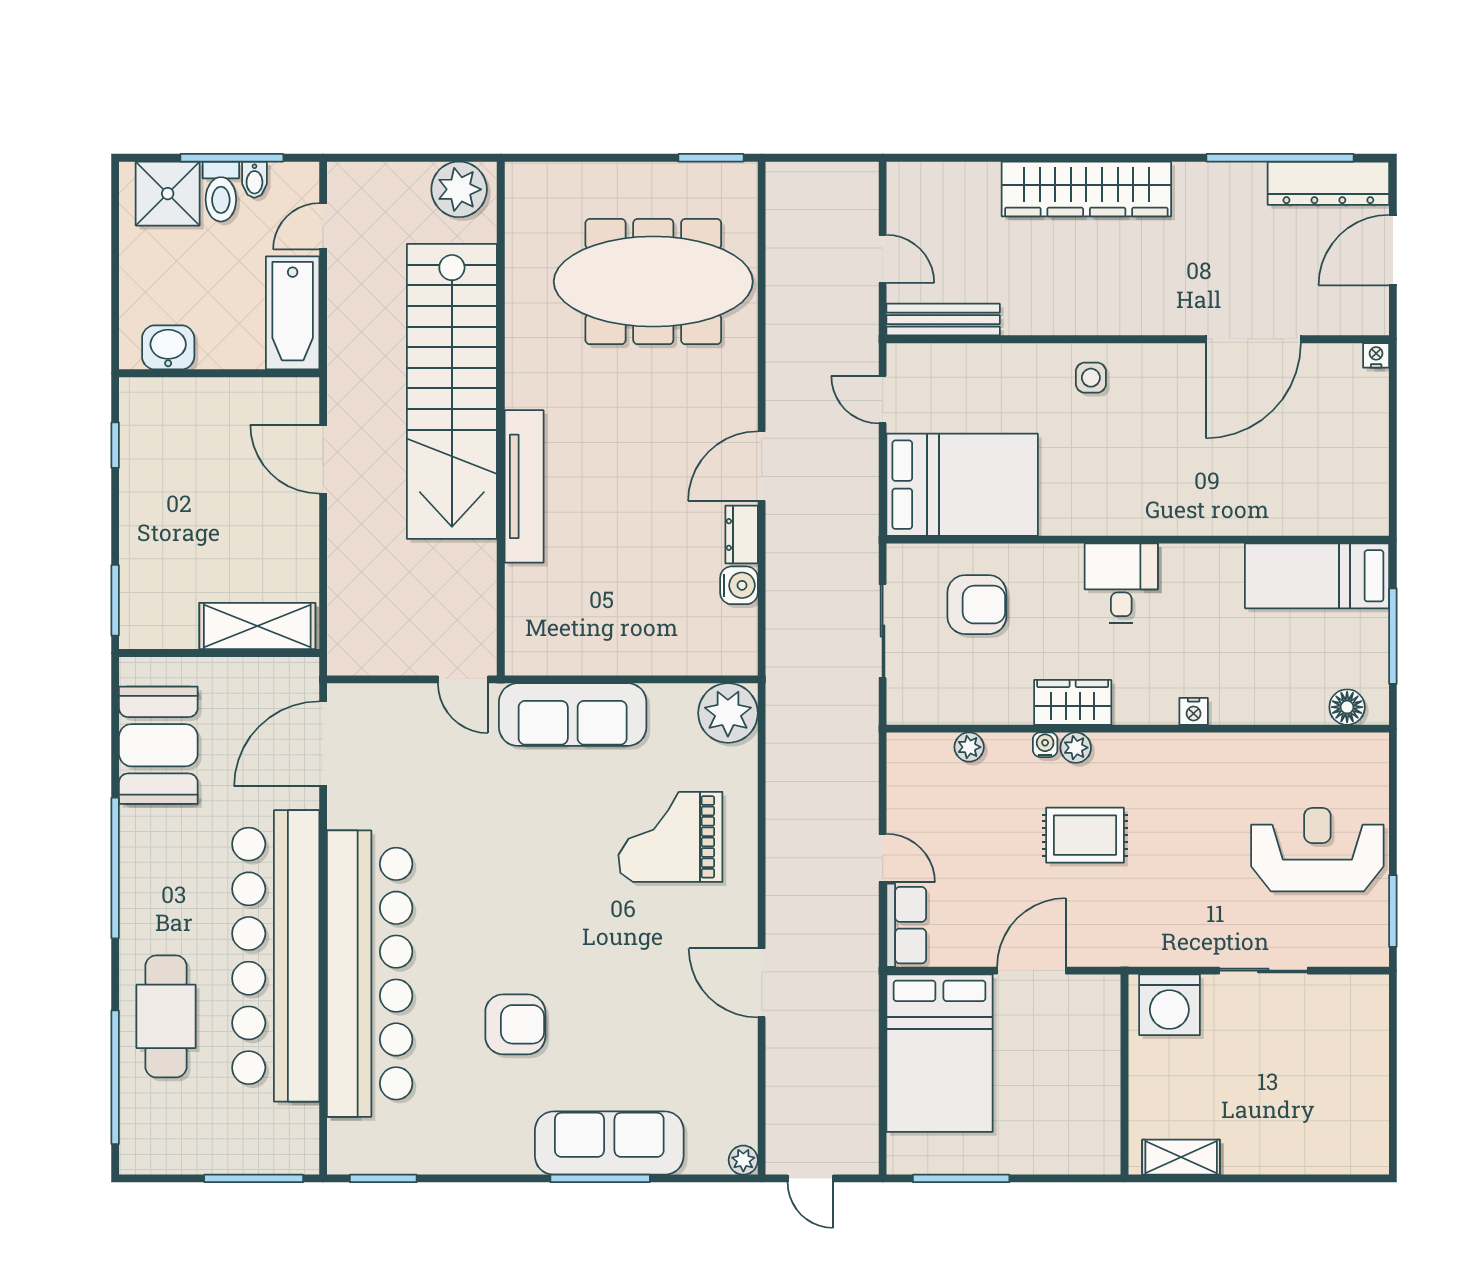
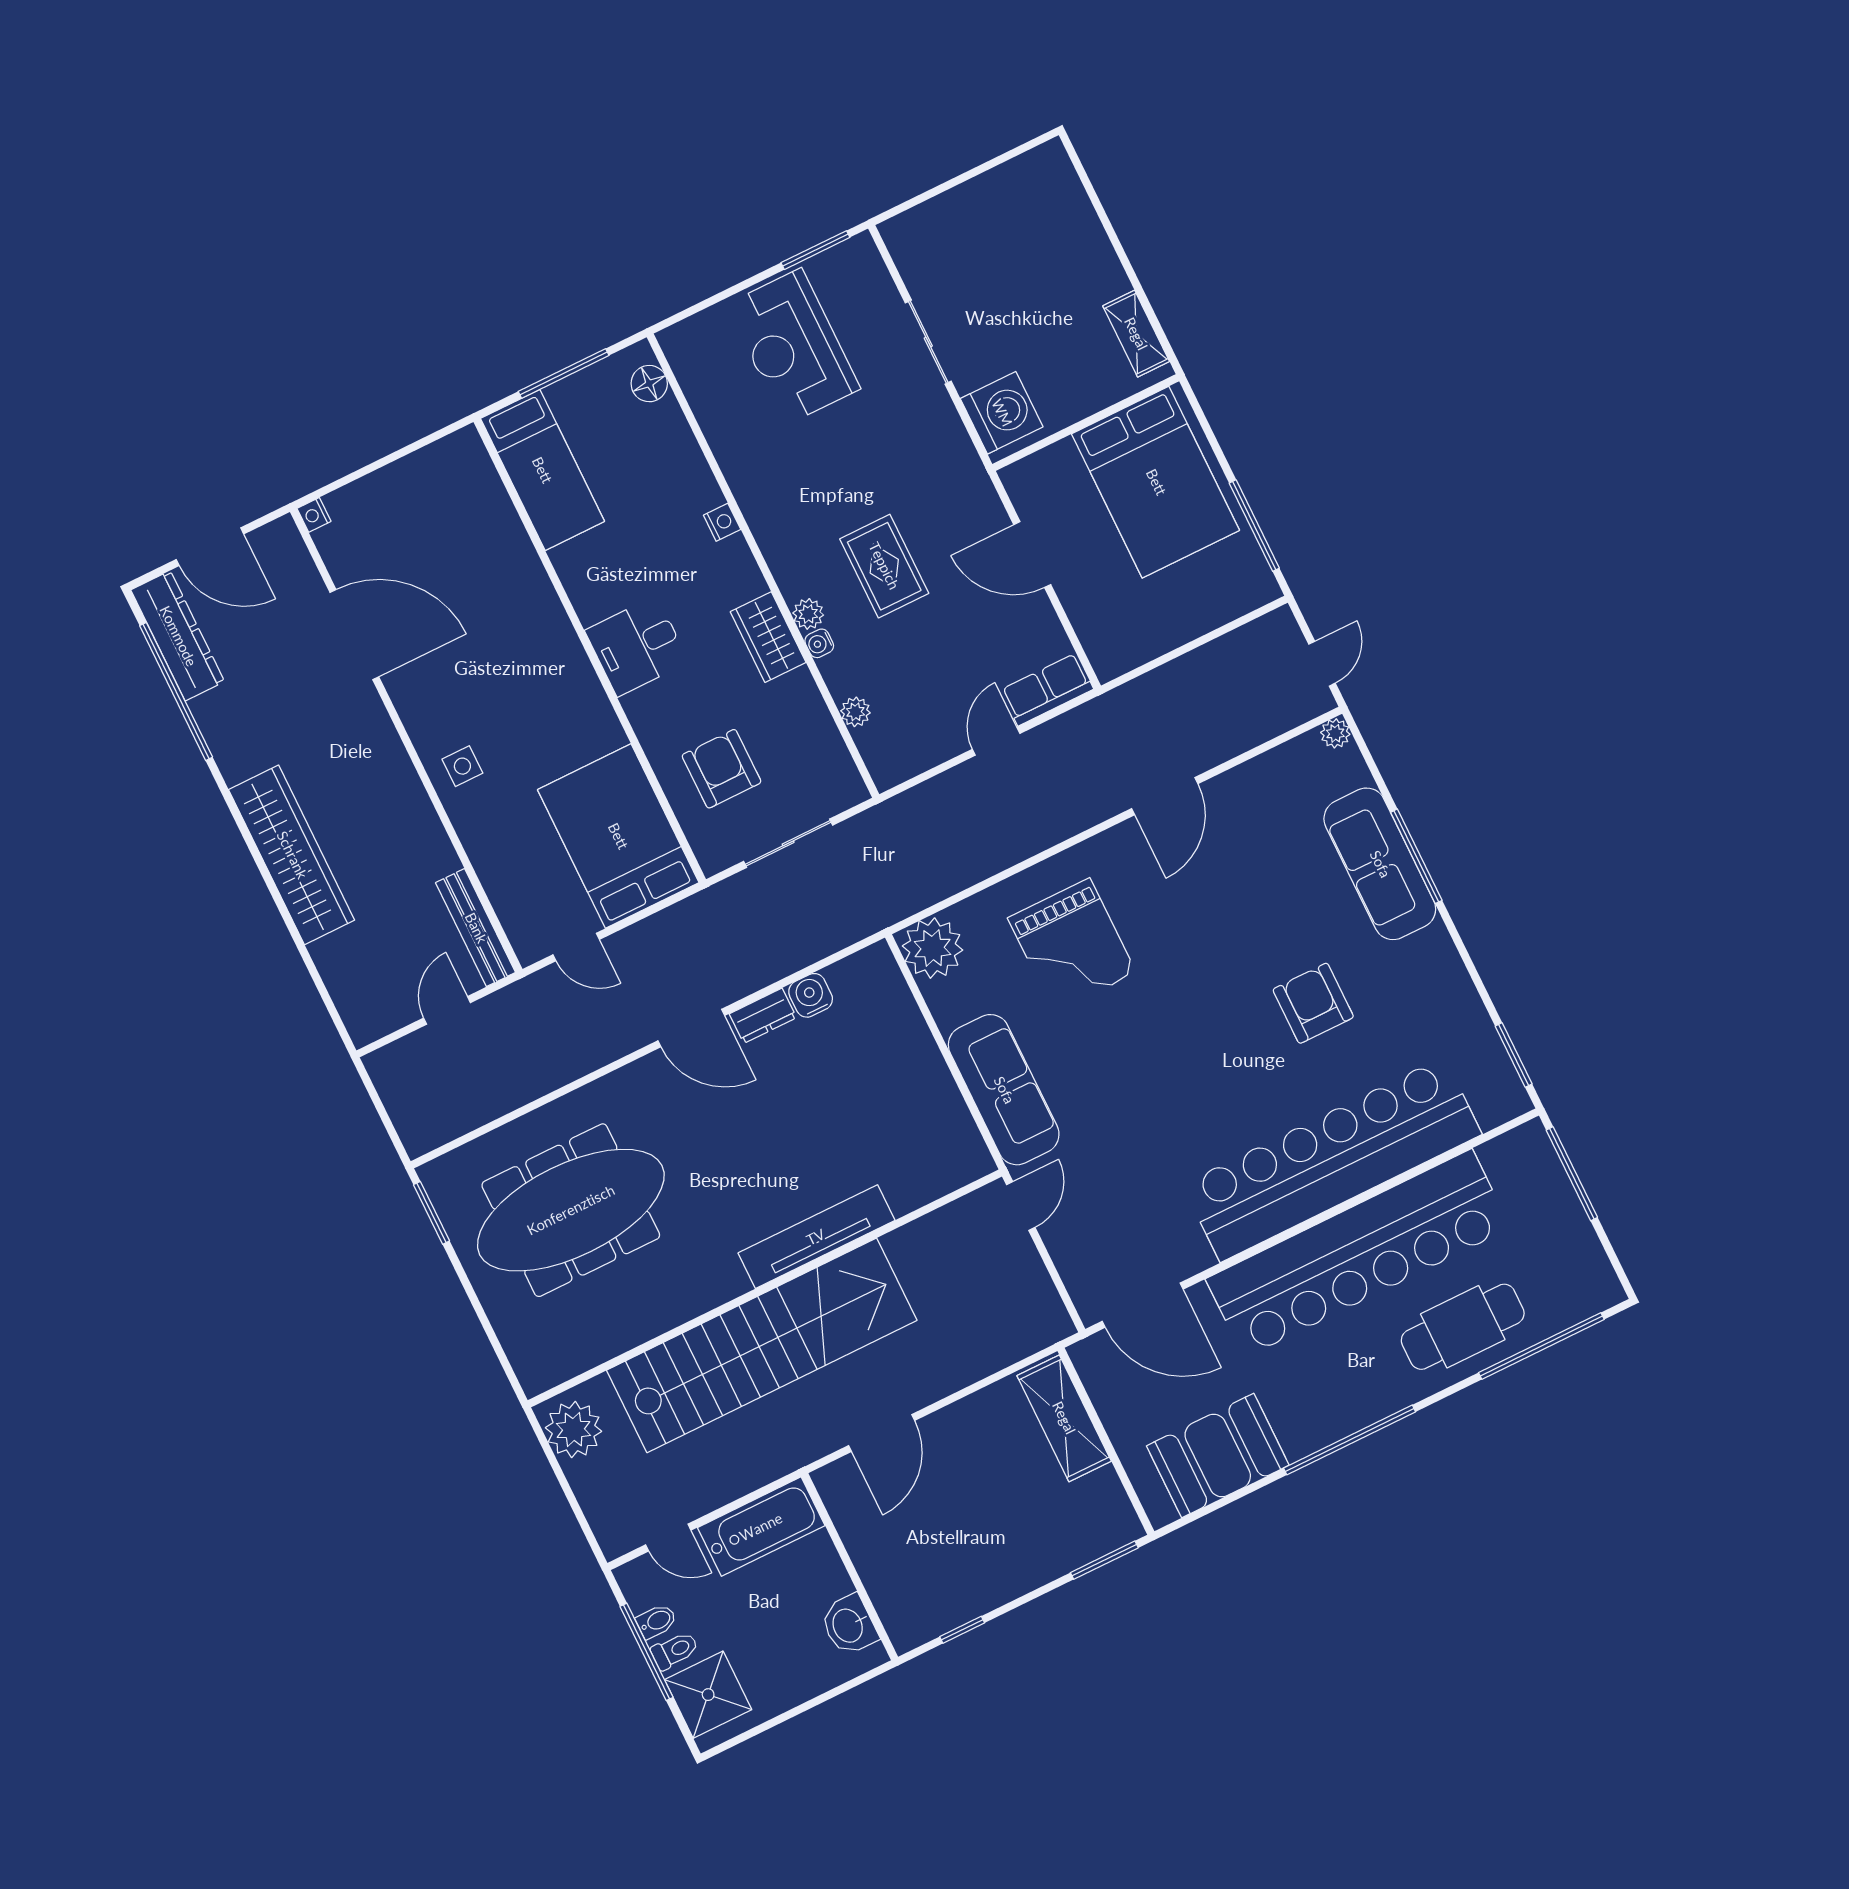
toilet: (221, 192) -> (675, 1650), width x0.73, depth x0.72
meeting table: (653, 282) -> (571, 1210), turned 90
door: (883, 400) -> (576, 947), hinge flipped
bed: (939, 1053) -> (1156, 482), moved, turned 90

